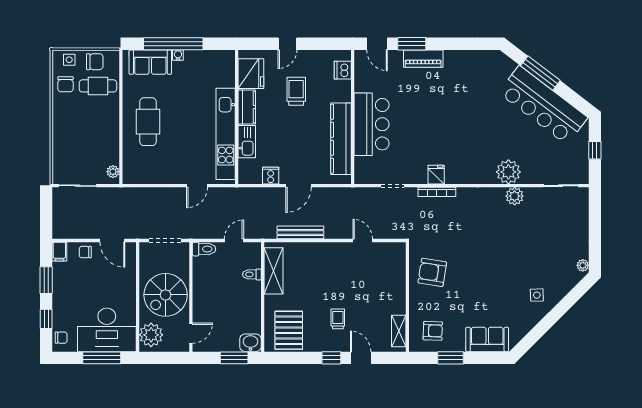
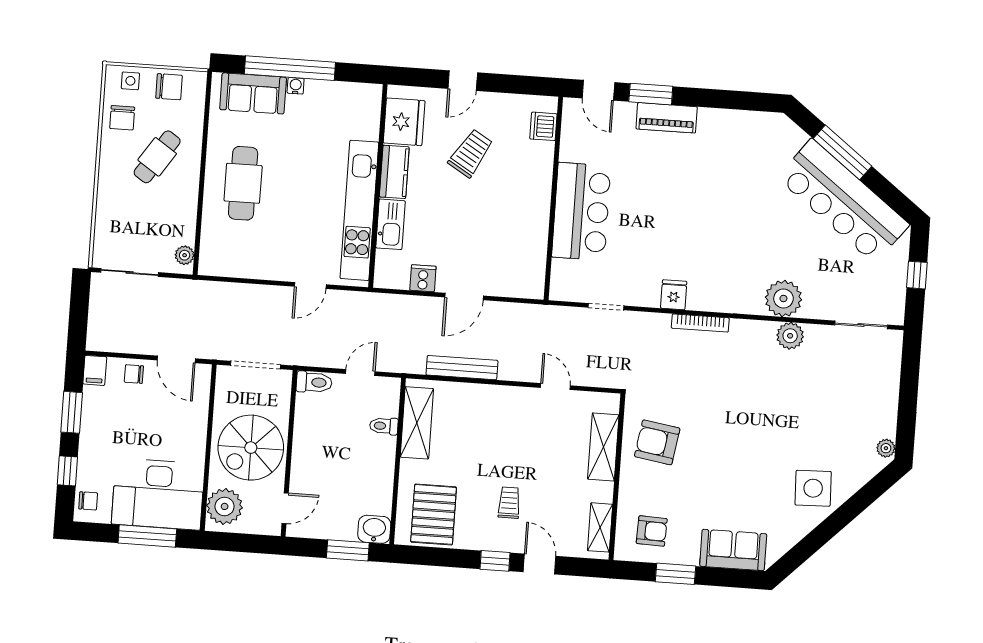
cafe table: (98, 86) -> (157, 157), moved, turned -56
trolley: (296, 91) -> (471, 153), turned 31
kitchen counter: (341, 139) -> (533, 230), removed
bookcase: (437, 192) -> (700, 323), moved
shelving: (397, 278) -> (603, 447), added
side table: (537, 295) -> (813, 488), width x1.87, depth x1.87

